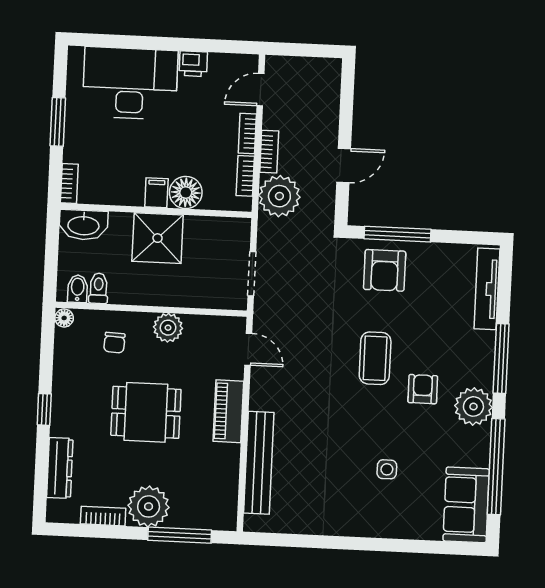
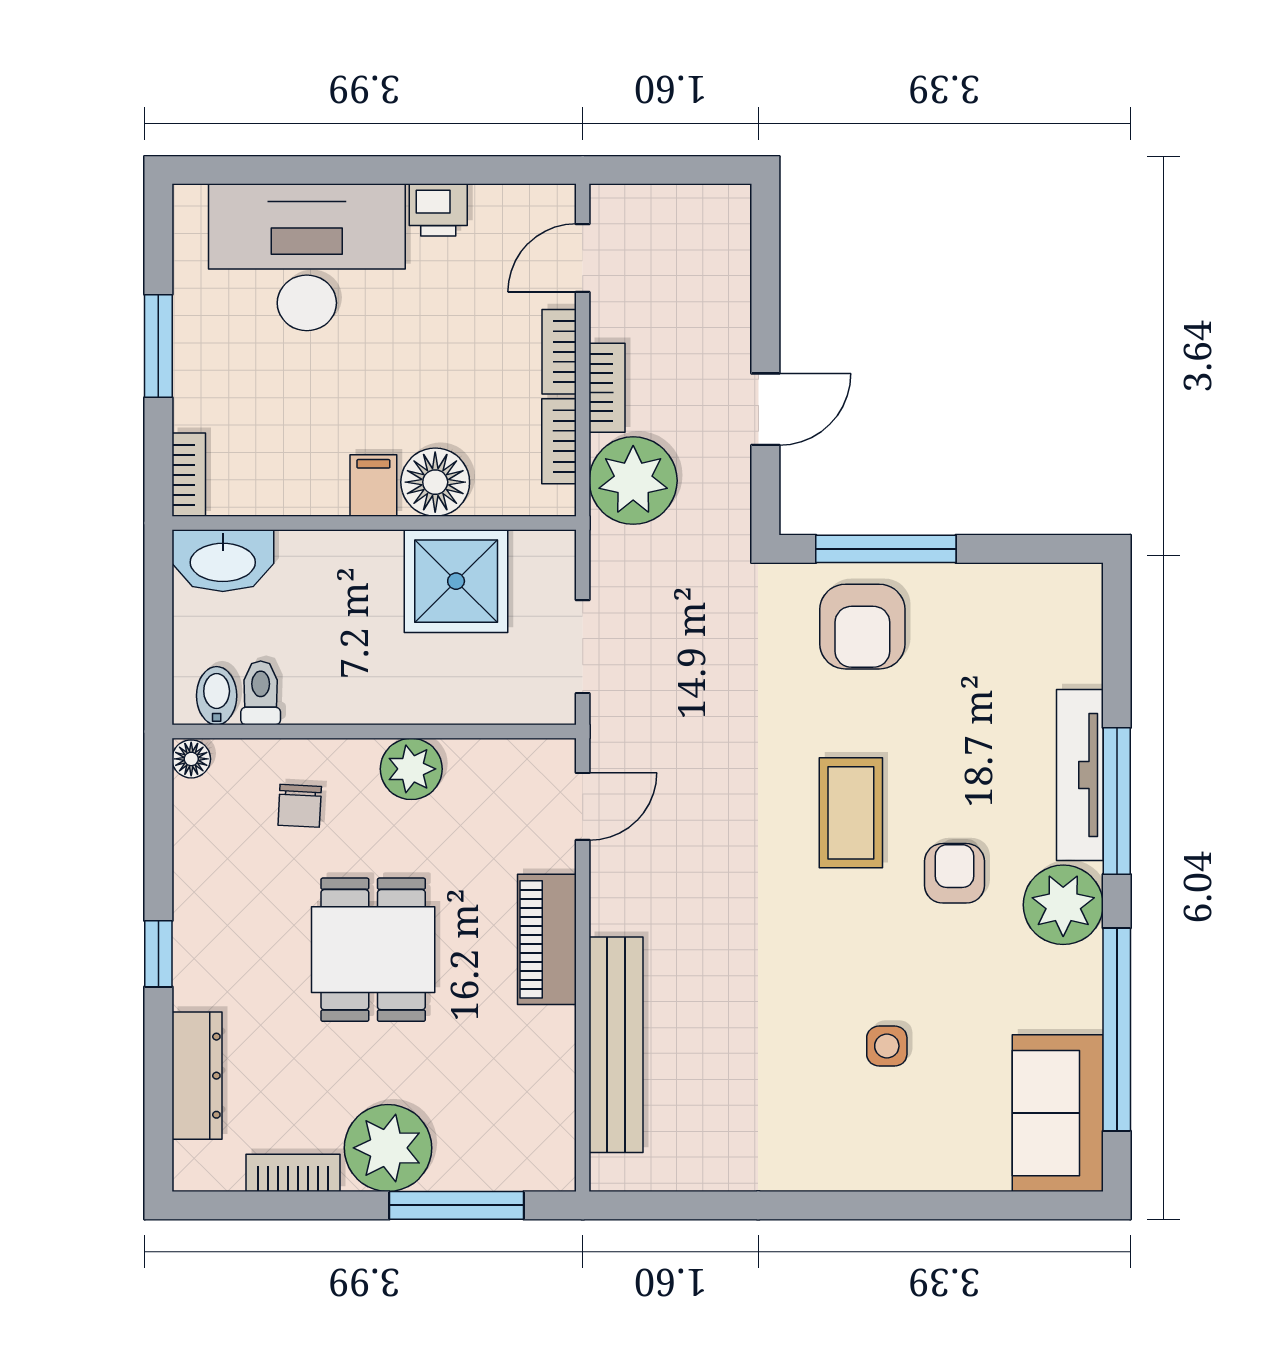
shower: (158, 238) -> (456, 581), moved
tv unit: (487, 289) -> (1080, 775), moved
door: (248, 349) -> (583, 806), hinge flipped
dining table: (146, 412) -> (373, 950), turned 90

